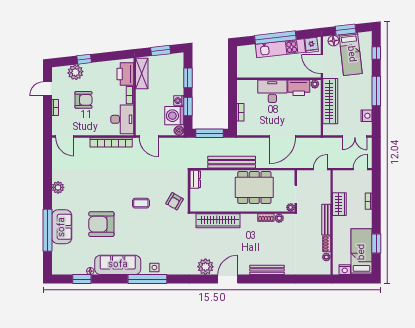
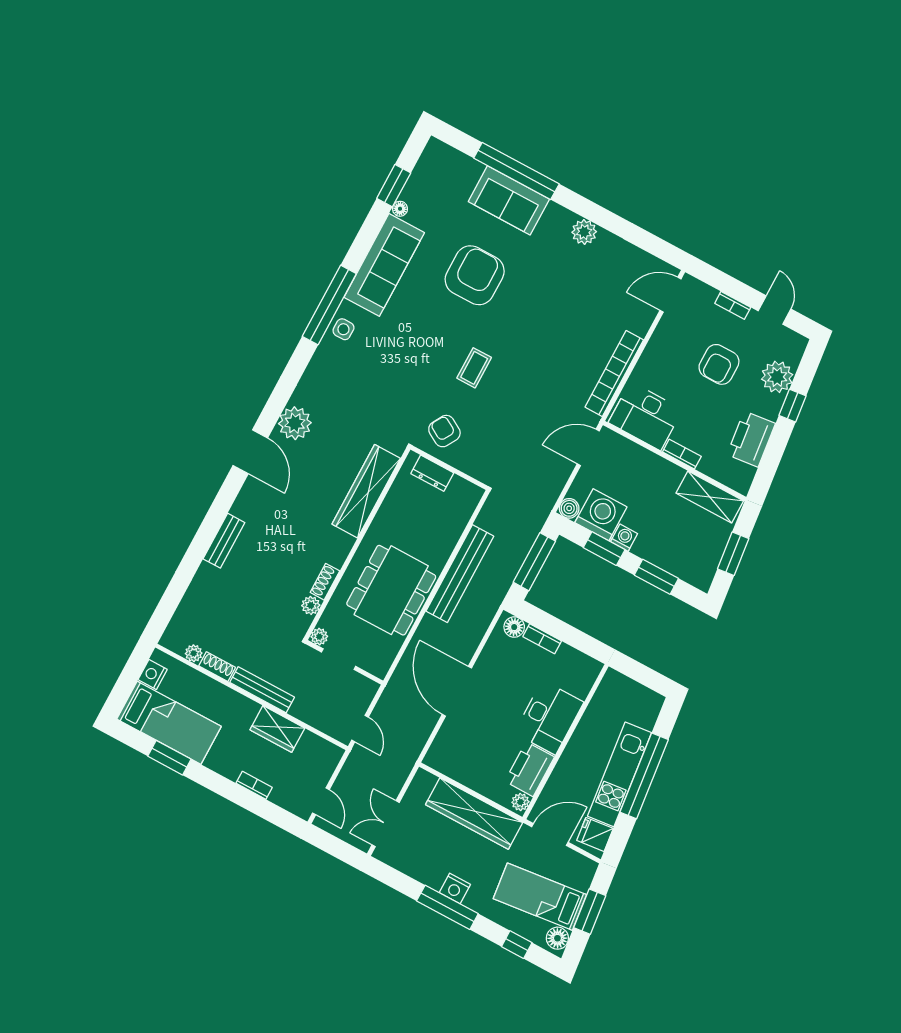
floor lamp: (333, 41) -> (557, 938), moved
printer: (125, 74) -> (751, 439), moved, turned -96
nightstand: (367, 116) -> (455, 889), moved
floor lamp: (242, 127) -> (514, 627), added
dresser: (195, 179) -> (432, 473), moved
bench: (267, 270) -> (224, 541), width x0.73

